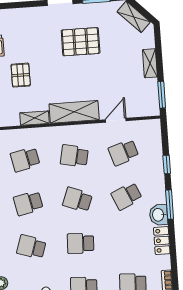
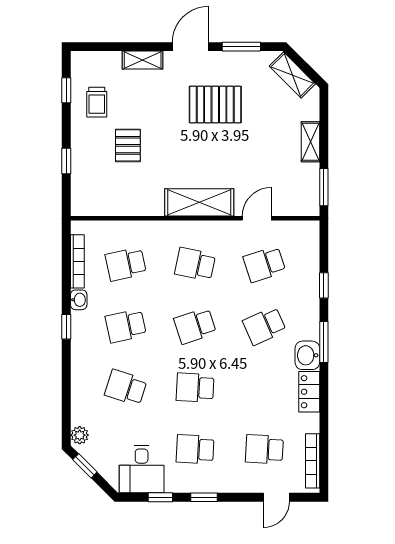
shelving: (34, 118) -> (143, 60), moved
school desk: (77, 200) -> (195, 326), turned -39

